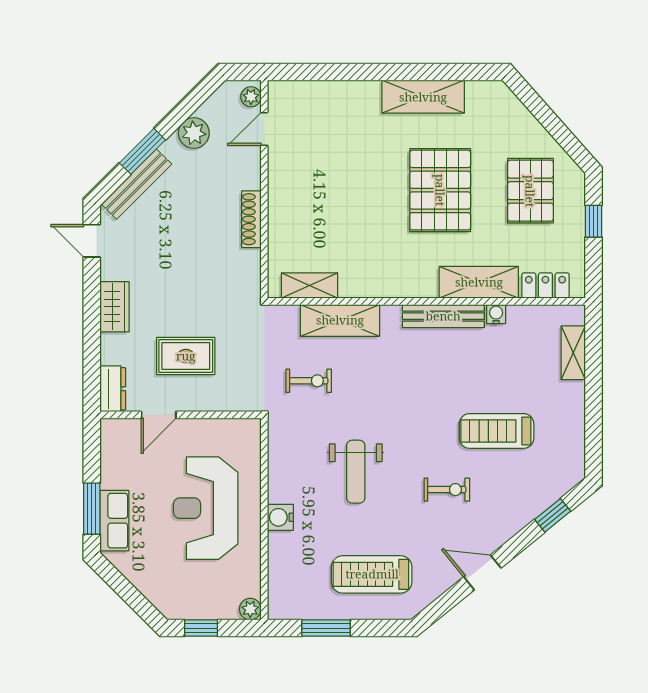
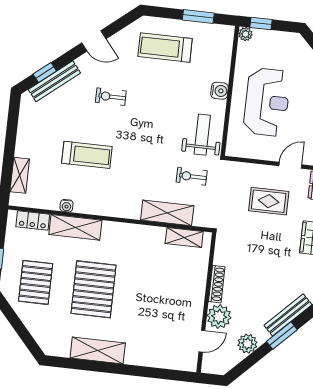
plant: (251, 97) -> (219, 317), moved, width x1.87, depth x1.87
bench: (443, 316) -> (54, 81), moved, turned -39
treadmill: (497, 431) -> (87, 155), moved
weight bench: (356, 472) -> (202, 135), moved
treadmill: (372, 574) -> (165, 48), turned 180
window: (201, 628) -> (261, 24), moved

